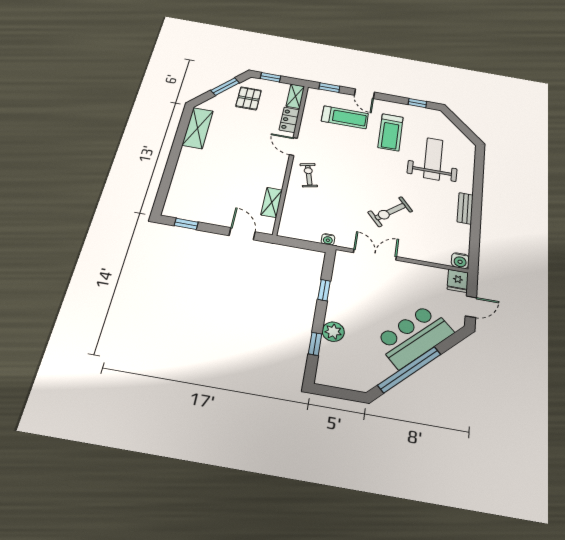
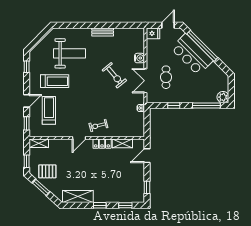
locker: (289, 120) -> (102, 144), moved
window: (175, 153) -> (100, 205), added
weight bench: (433, 159) -> (70, 53), turned 180
window: (164, 188) -> (125, 205), added
water cooler: (460, 261) -> (139, 58), moved
cafe table: (377, 287) -> (166, 77), added
door: (471, 307) -> (168, 25), hinge flipped
plant: (333, 332) -> (223, 97), moved
window: (315, 344) -> (206, 105), width x2.17
window: (409, 370) -> (202, 46), moved

